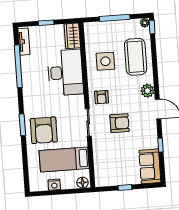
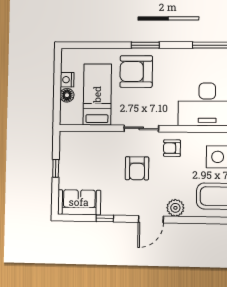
floor lamp: (83, 183) -> (67, 95), moved

